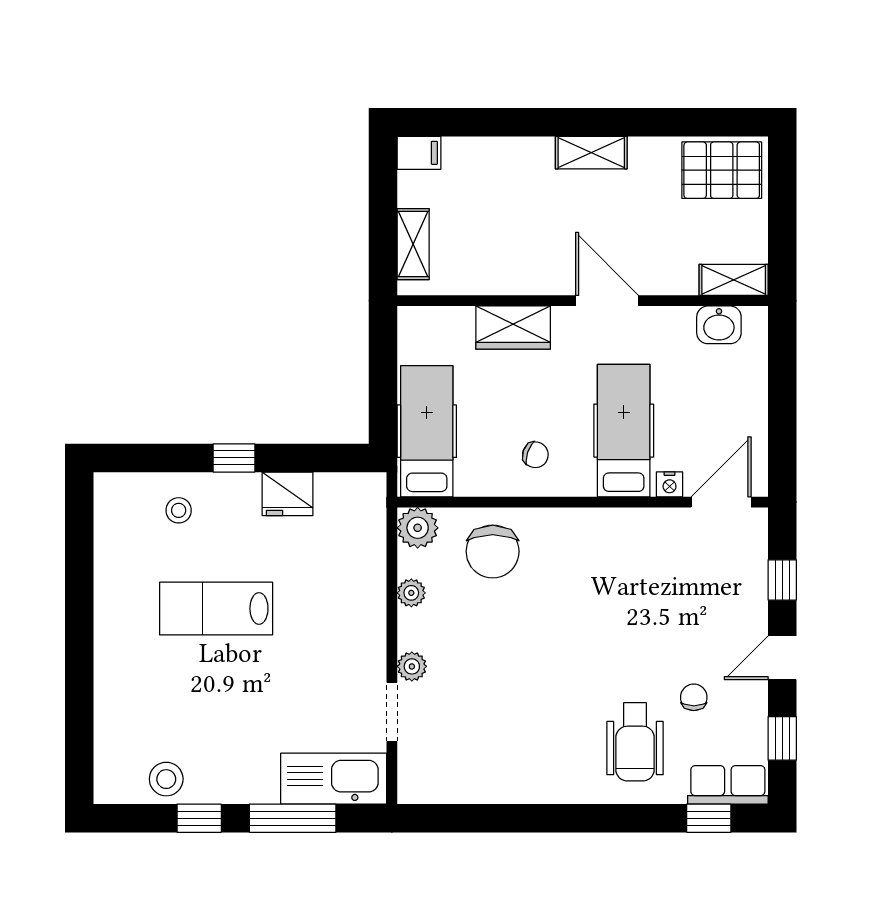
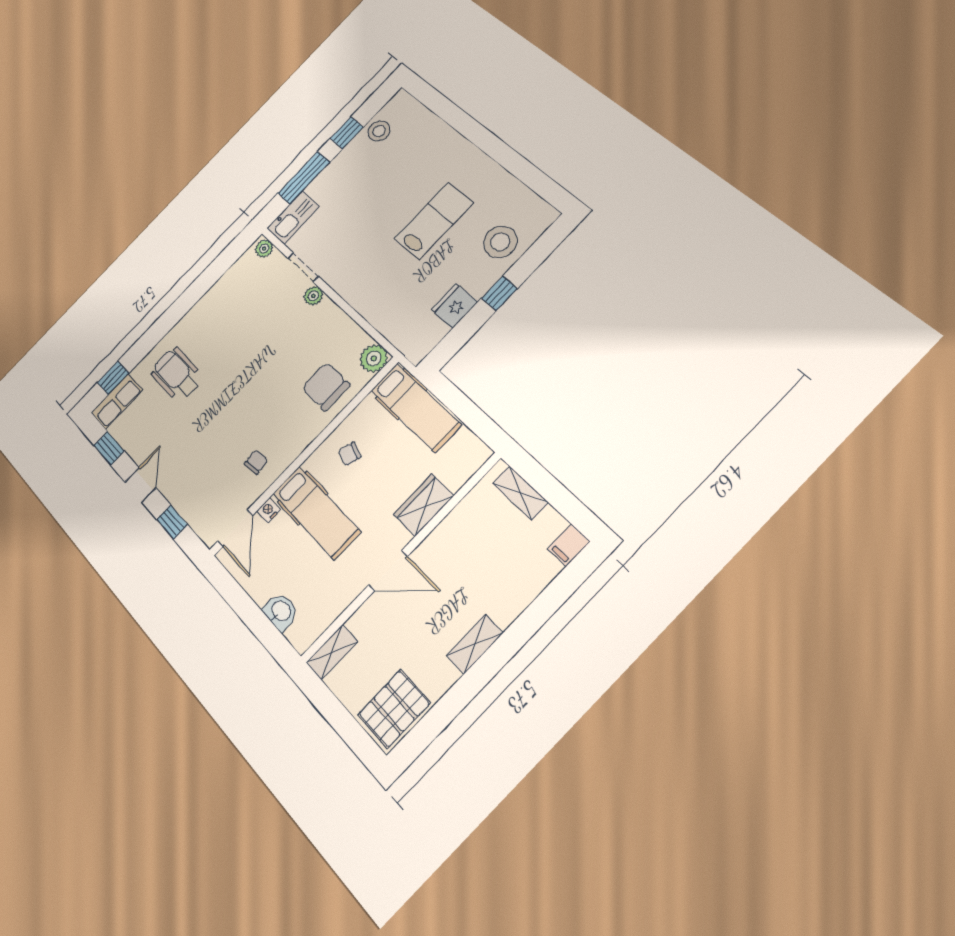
washbasin: (719, 325) -> (281, 611), moved, turned 90
stool: (179, 510) -> (500, 242), width x1.89, depth x1.89
plant: (411, 593) -> (264, 249), moved
chair: (694, 697) -> (256, 462), moved, turned -97
kitchen sink: (334, 779) -> (293, 217), width x0.73, depth x0.81

